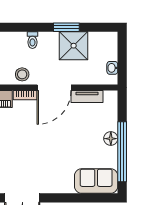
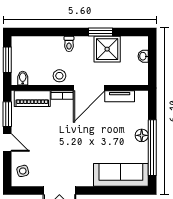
washbasin: (112, 68) -> (143, 56), moved
sofa: (96, 181) -> (121, 175), width x1.36

